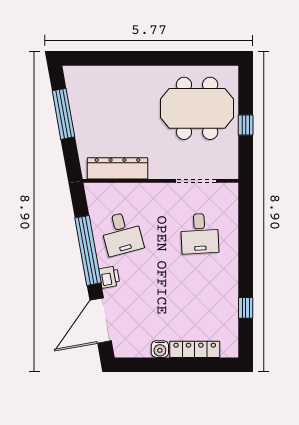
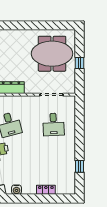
water cooler: (160, 349) -> (17, 190), moved
locker: (195, 349) -> (46, 190), width x0.66

